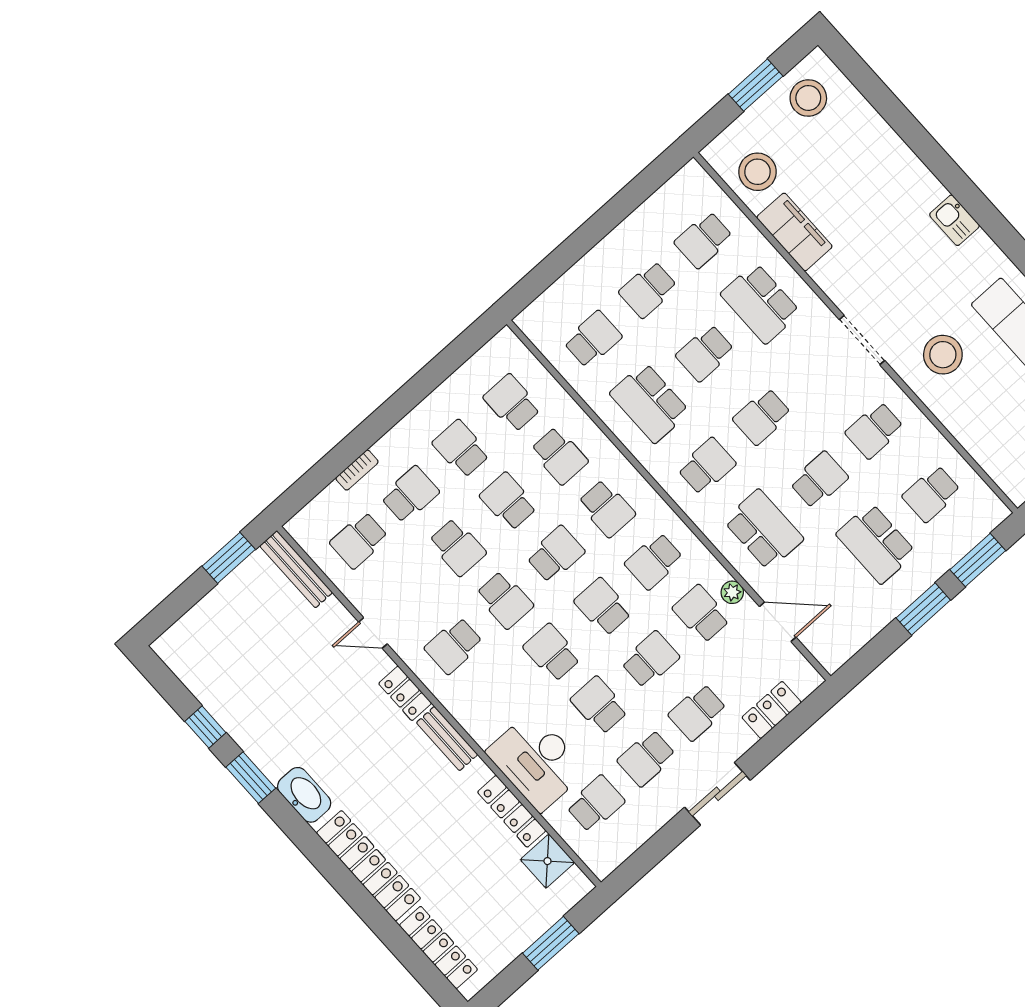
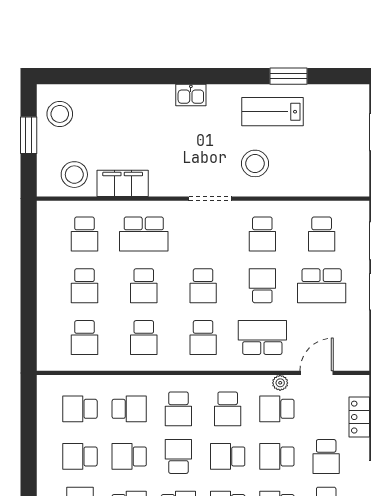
school desk: (593, 339) -> (84, 338), turned 180
school desk: (650, 403) -> (144, 338), width x0.54
school desk: (707, 466) -> (203, 338), turned 180
school desk: (607, 508) -> (178, 409), turned 90
school desk: (650, 660) -> (277, 456), turned -90

